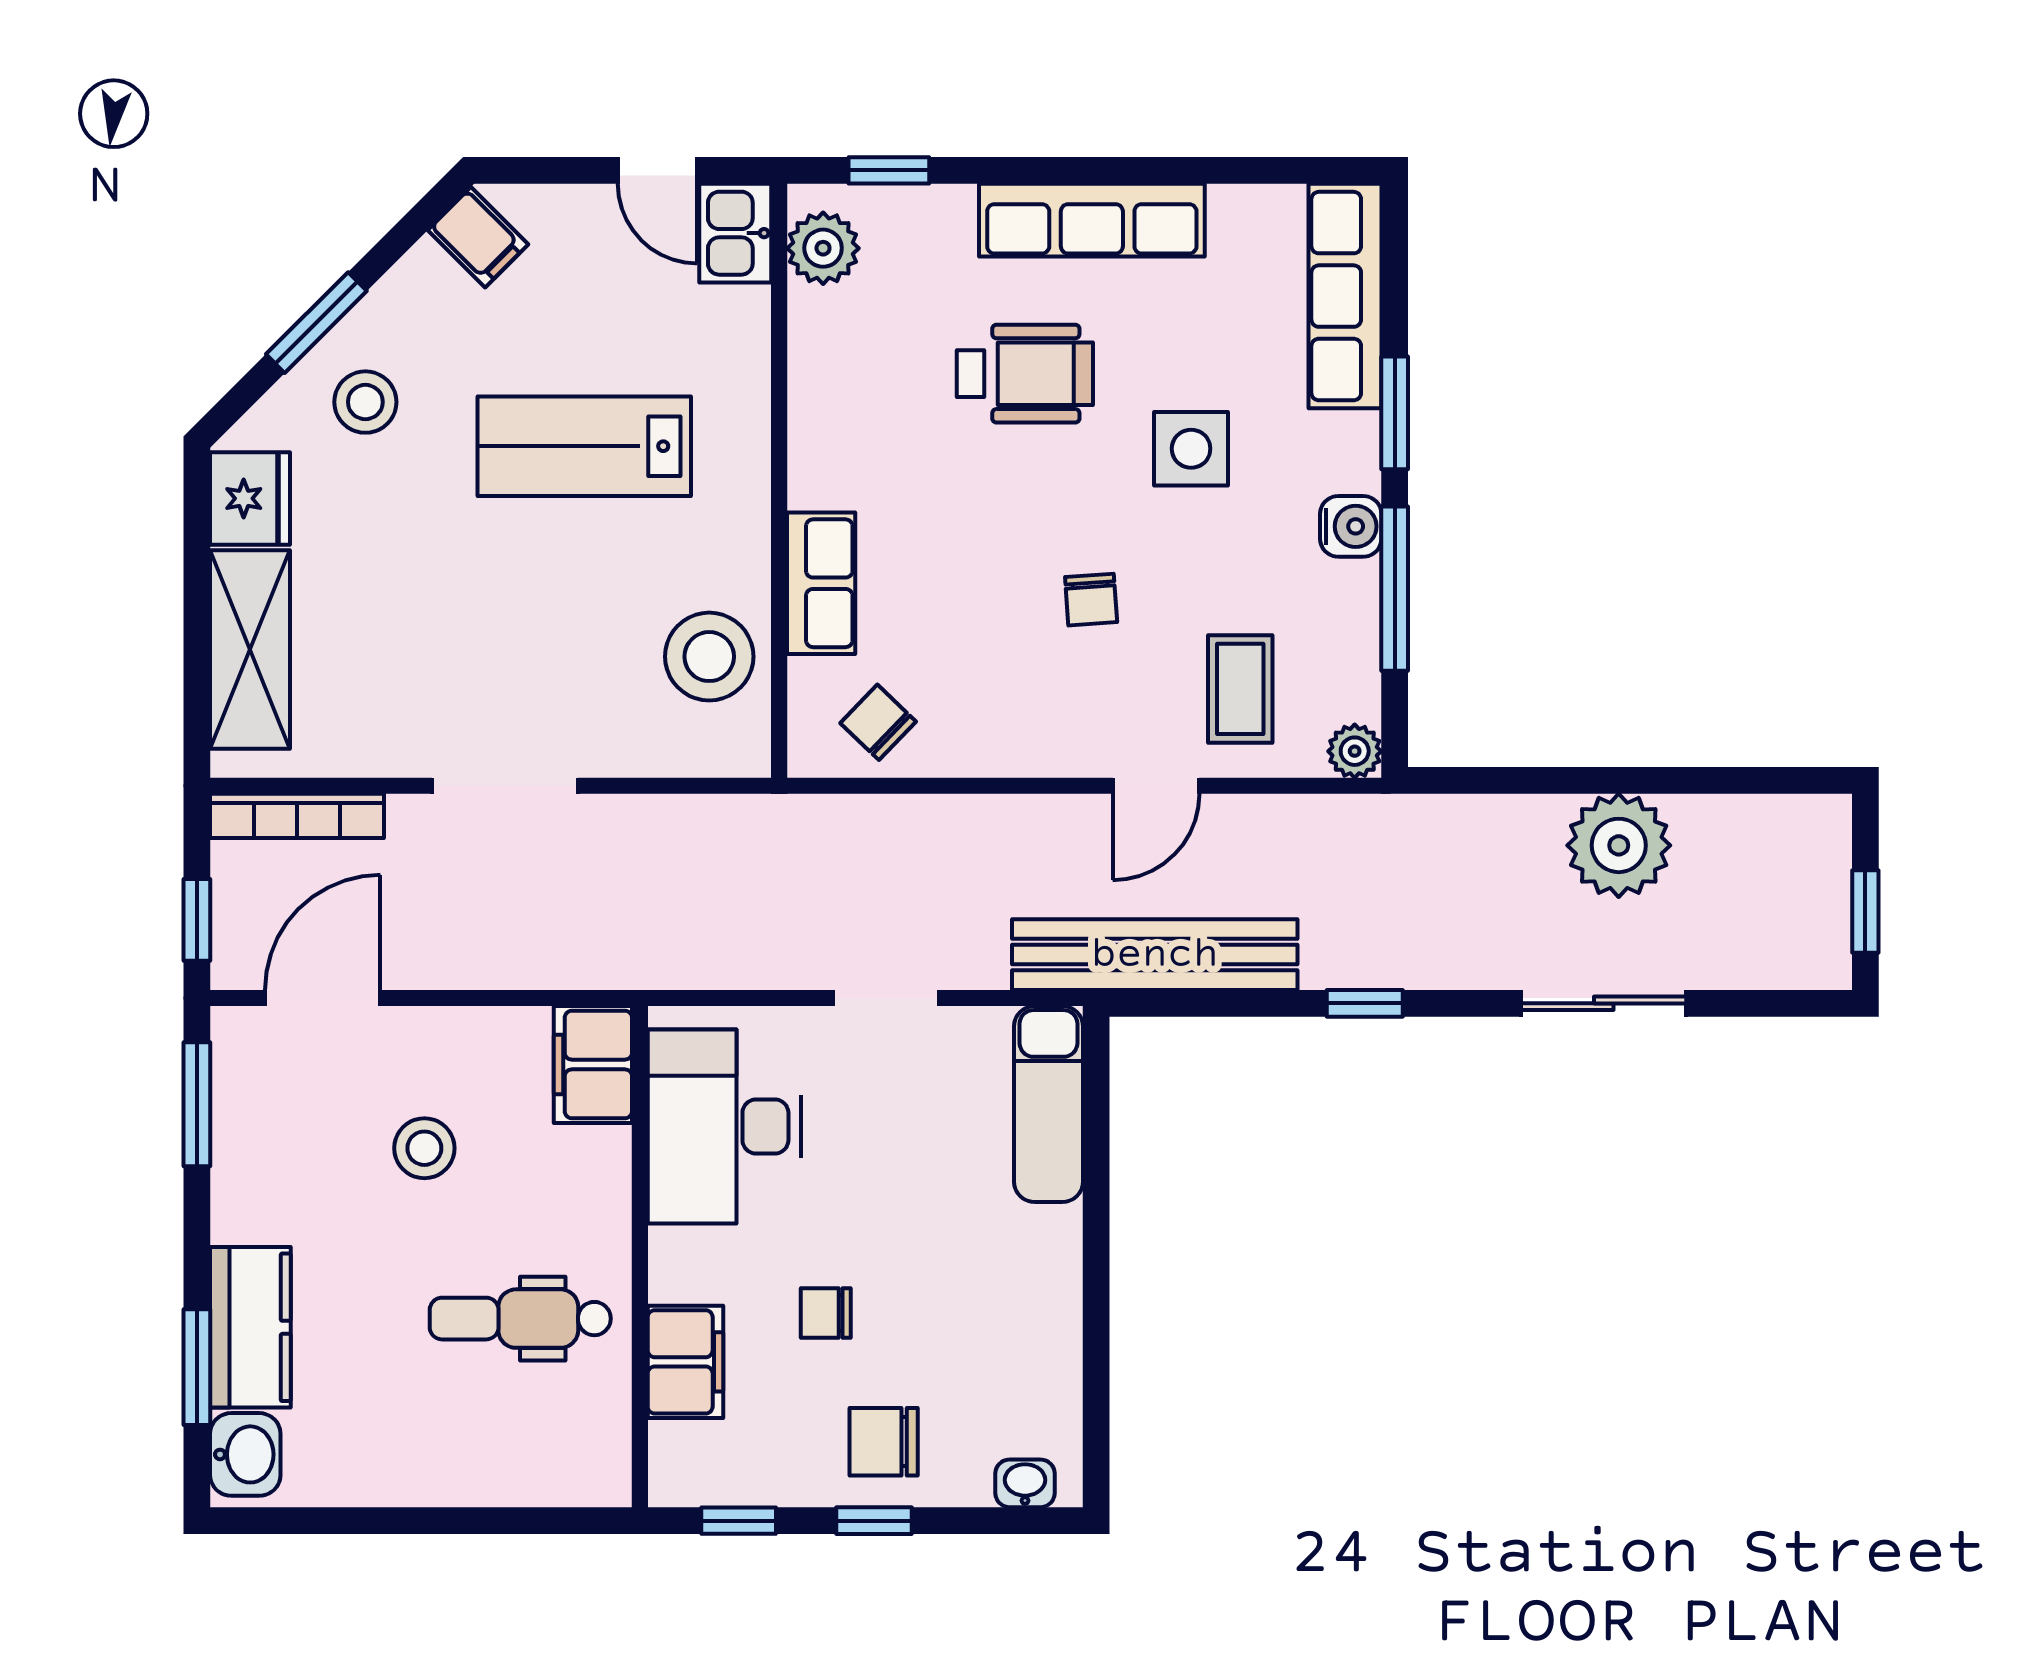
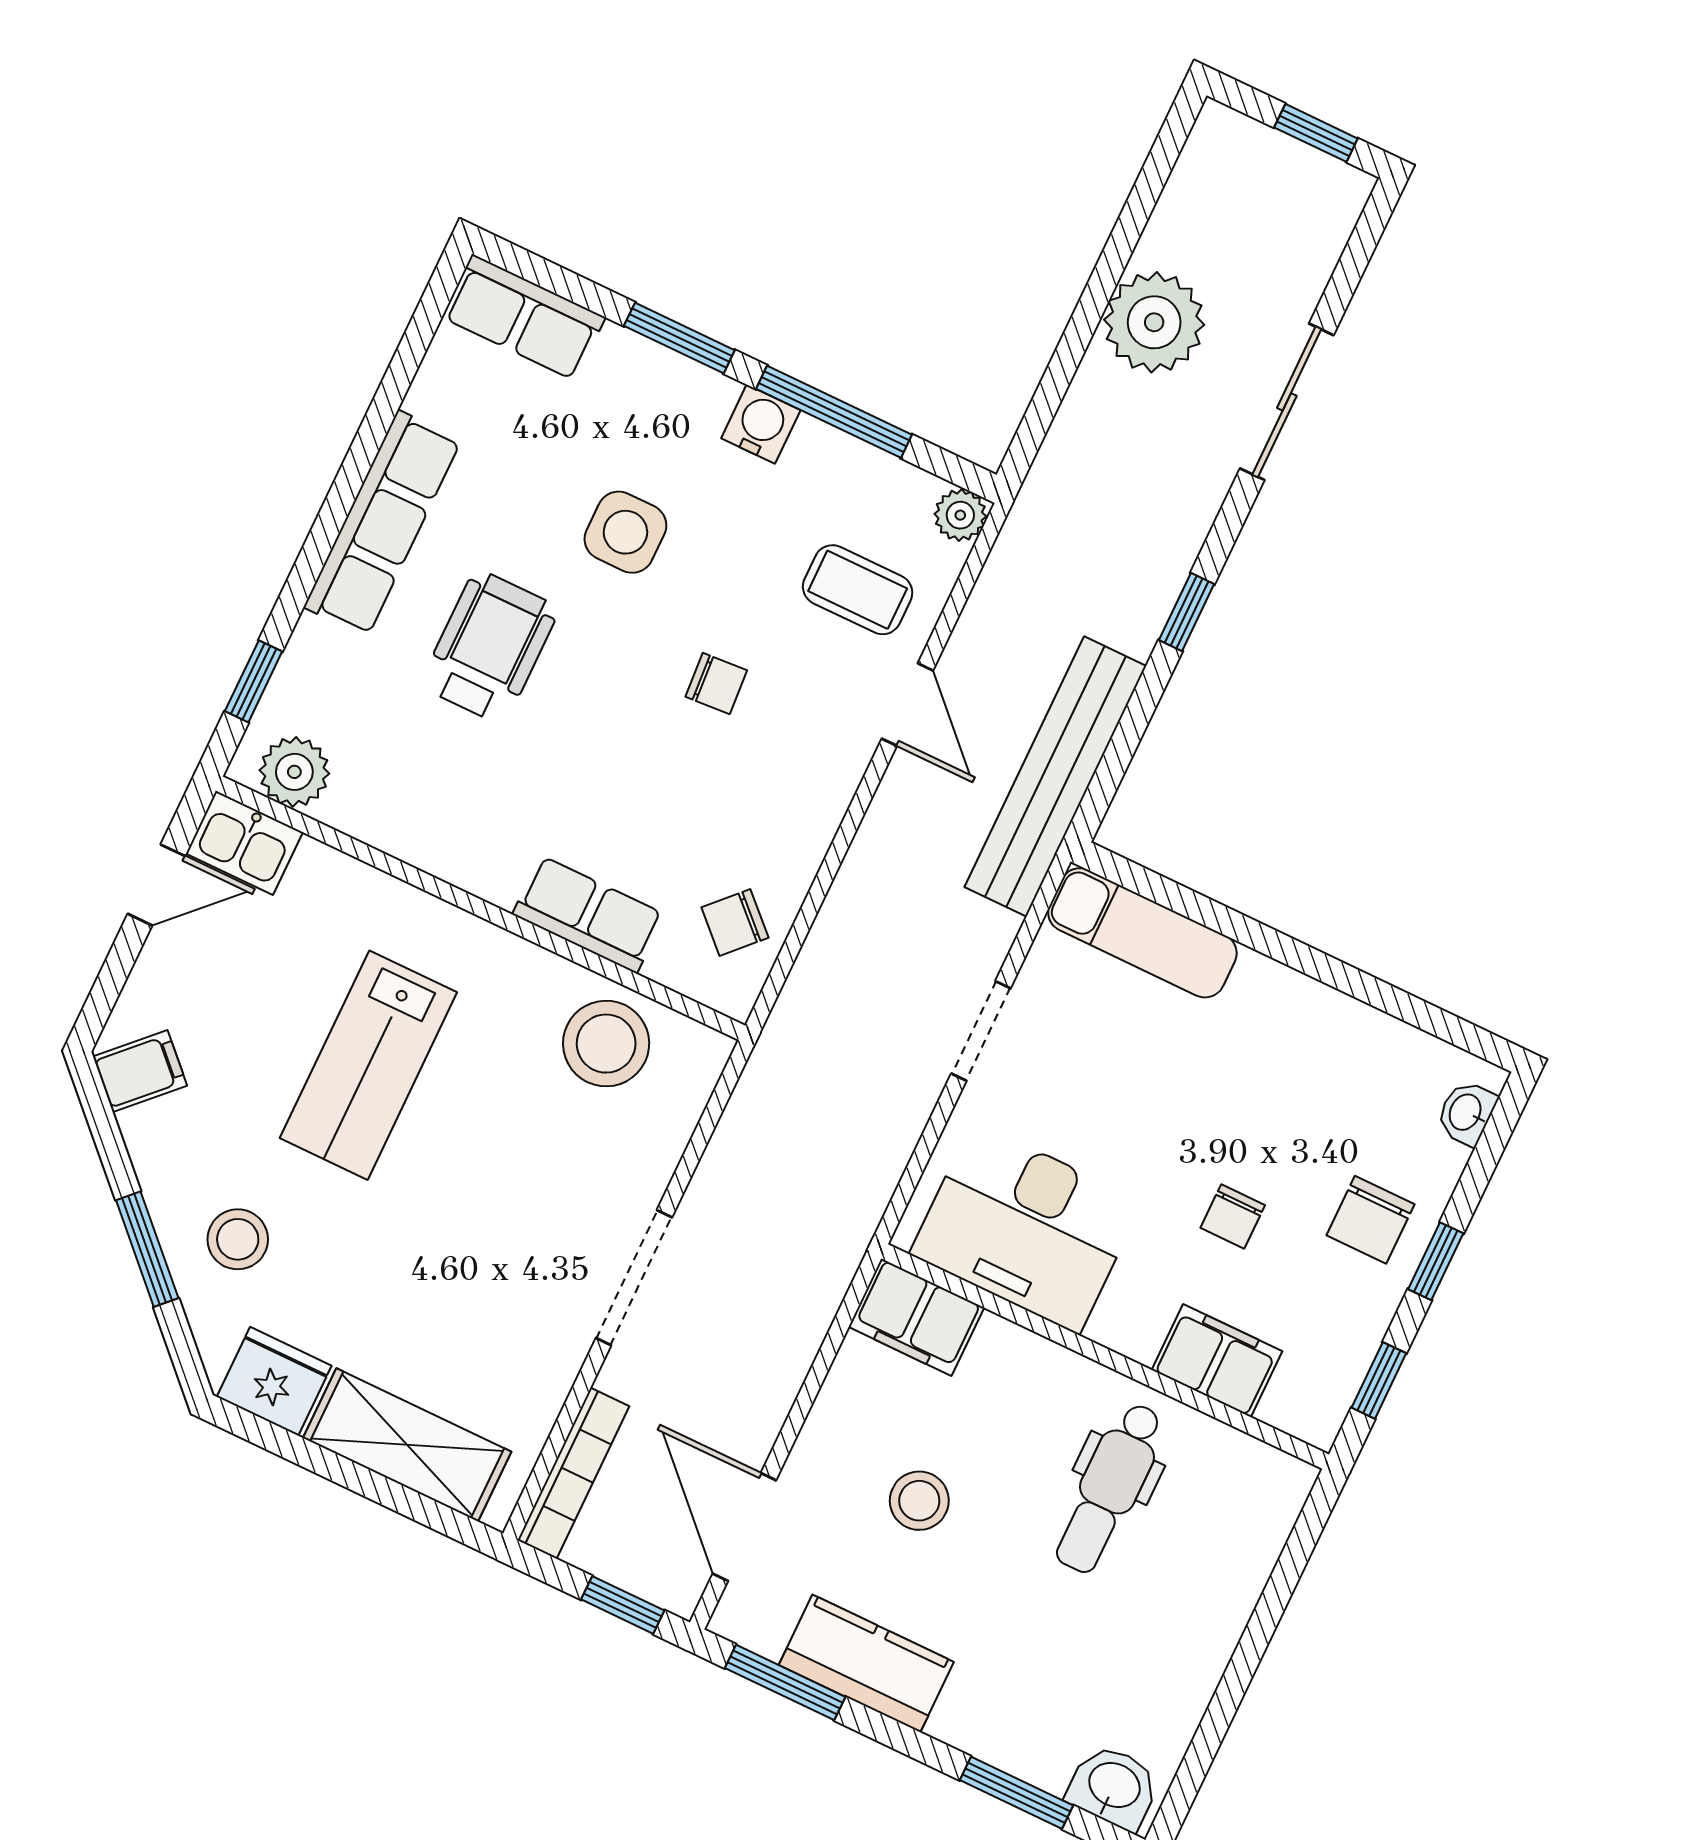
row of seats: (1345, 296) -> (524, 317), width x0.68
kitchen counter: (250, 1327) -> (866, 1663), moved

